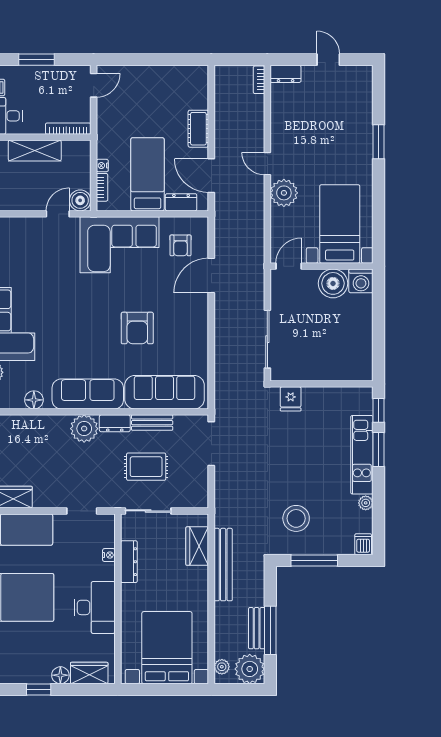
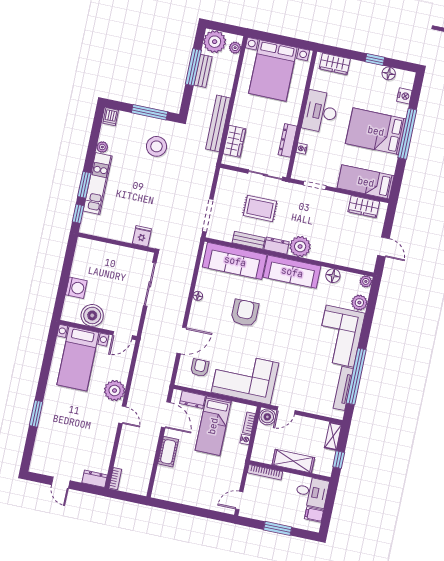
washing machine: (361, 281) -> (76, 288), moved, turned 90
floor lamp: (202, 337) -> (198, 296), added
floor lamp: (60, 675) -> (389, 73), moved

